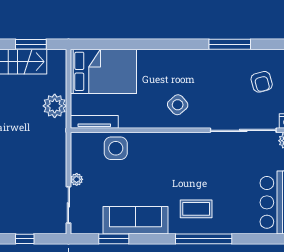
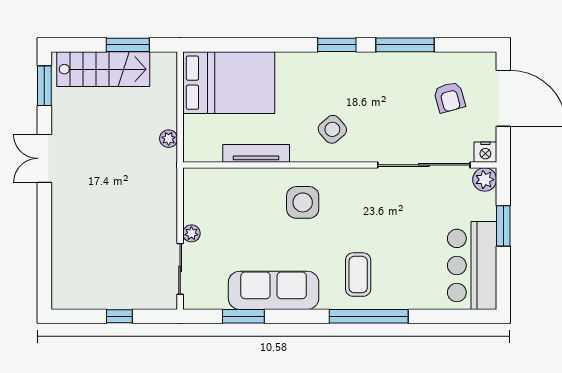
window: (181, 44) -> (337, 45), added
plant: (55, 106) -> (169, 139), width x0.53, depth x0.53
tv unit: (94, 122) -> (256, 153), moved
side table: (116, 148) -> (303, 202), moved
coffee table: (196, 209) -> (358, 275), turned 90

